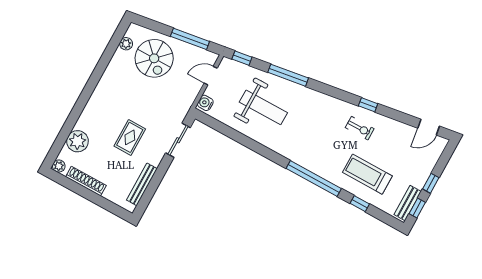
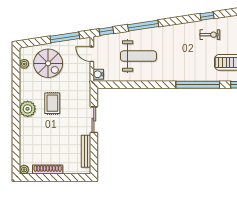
door: (211, 76) -> (92, 54), hinge flipped
rug: (130, 137) -> (52, 103), moved
sliding door: (178, 140) -> (94, 120), moved
plant: (77, 141) -> (28, 109), moved

